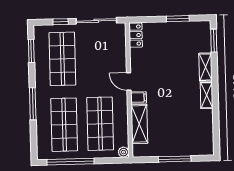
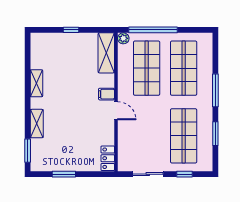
sliding door: (96, 21) -> (148, 174), width x0.73
window: (31, 51) -> (215, 134), moved
shelving: (207, 95) -> (36, 83), moved
shelving: (139, 124) -> (106, 53), moved
window: (175, 159) -> (71, 30), width x0.46
window: (71, 162) -> (153, 30), moved

